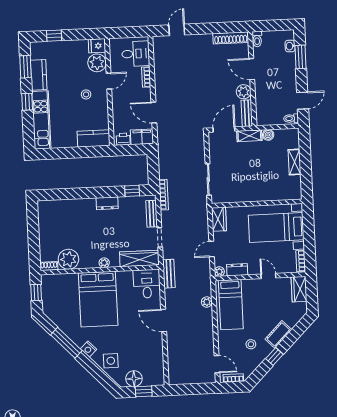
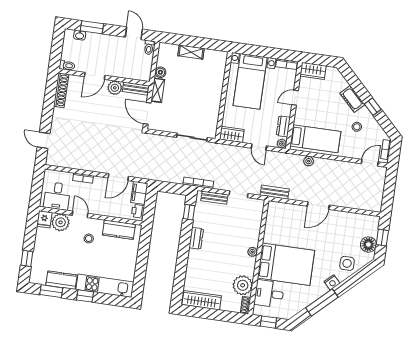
desk: (136, 54) -> (57, 196), moved, turned 180
kitchen counter: (94, 139) -> (119, 230), moved, turned -90
wardrobe: (139, 259) -> (202, 300), moved, turned 90
desk: (147, 284) -> (269, 294), moved

